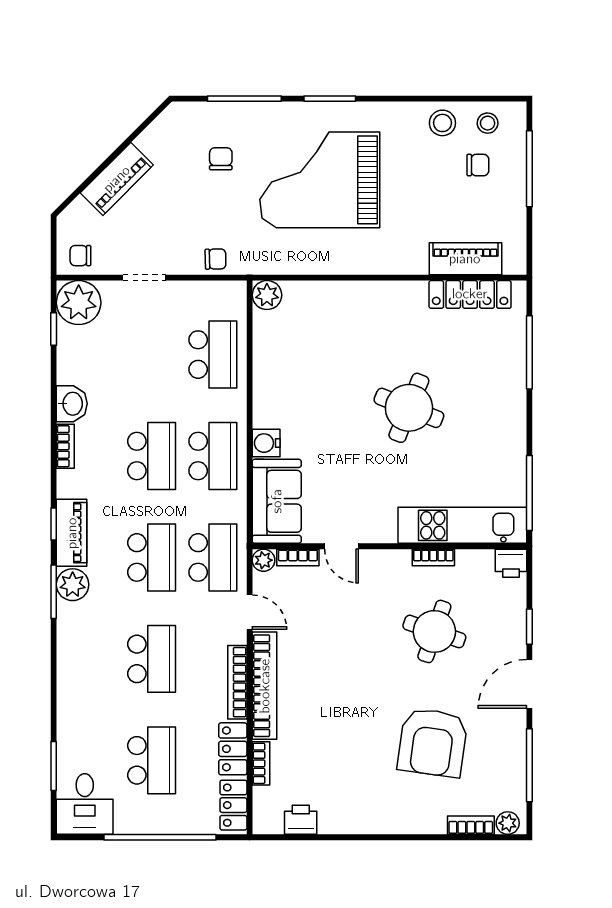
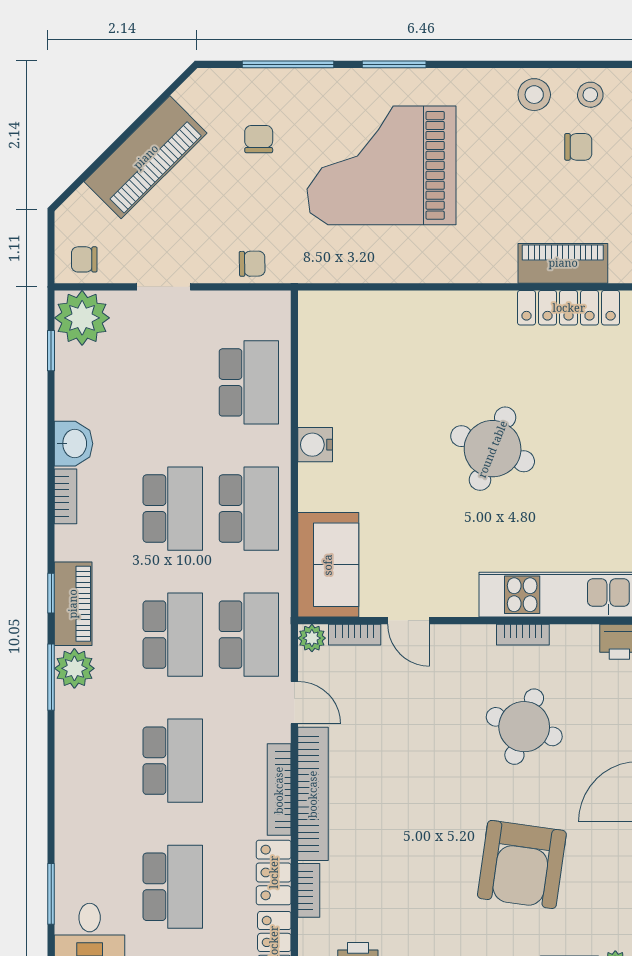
piano: (117, 179) -> (146, 157), width x1.37, depth x1.33
plant: (267, 295) -> (316, 308), removed
water cooler: (266, 443) -> (315, 445), moved

